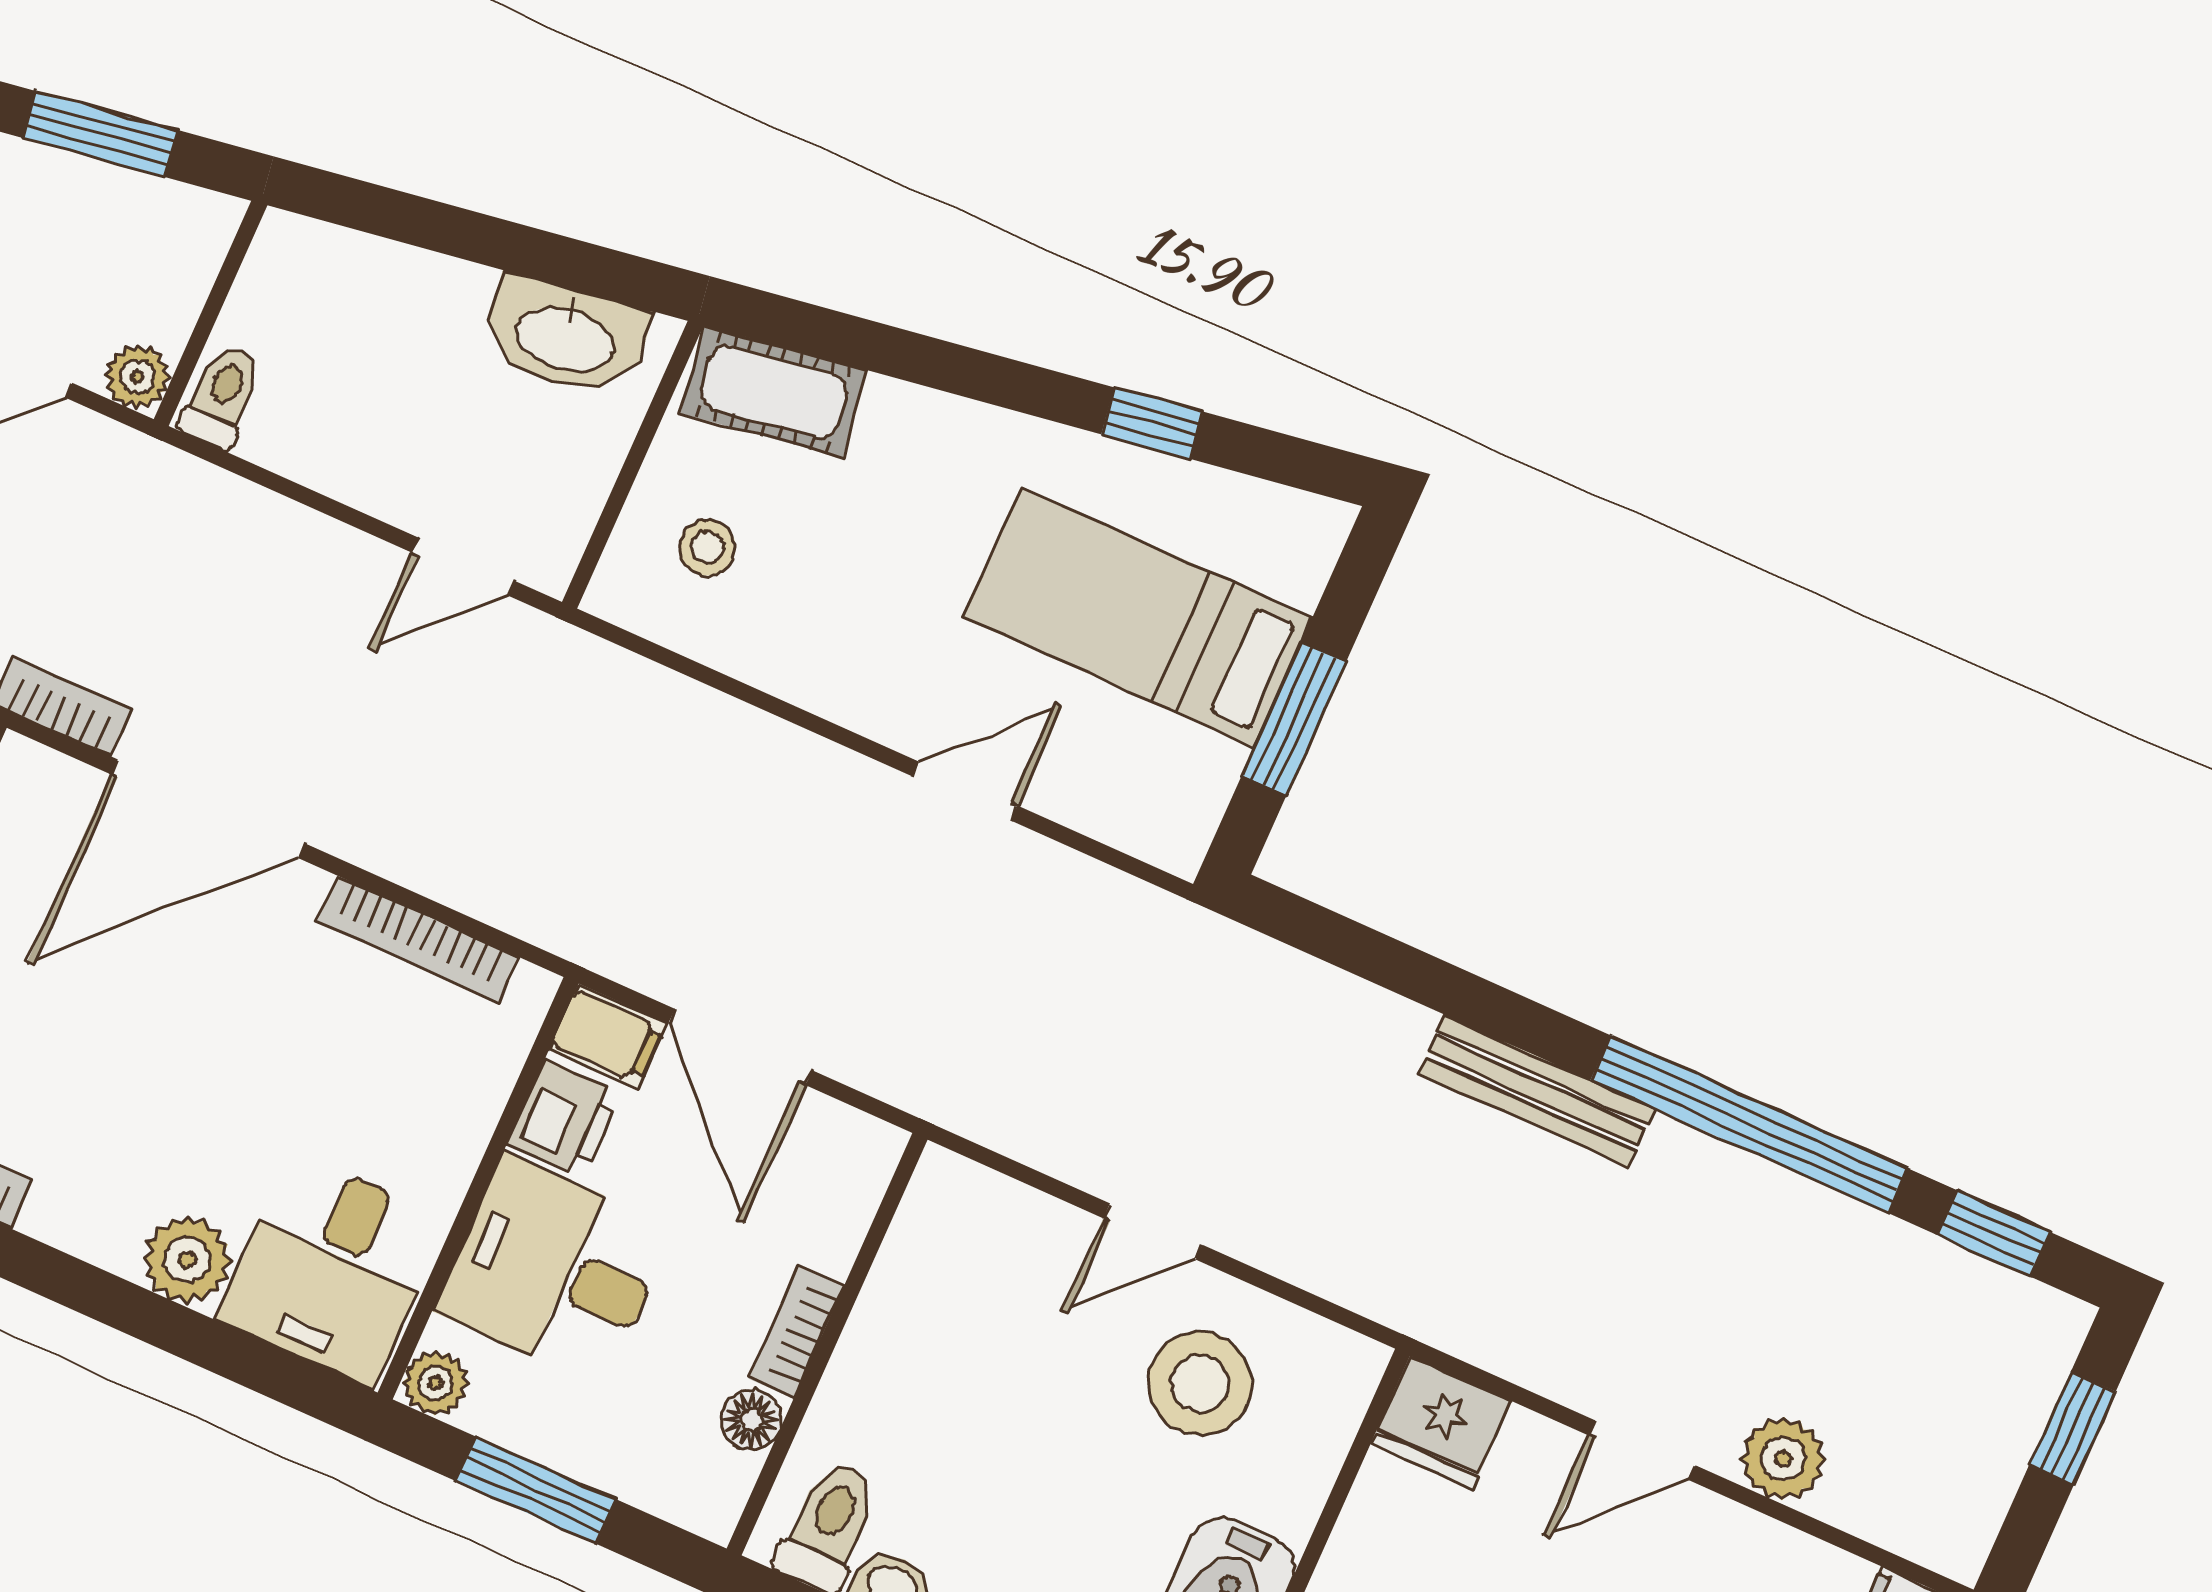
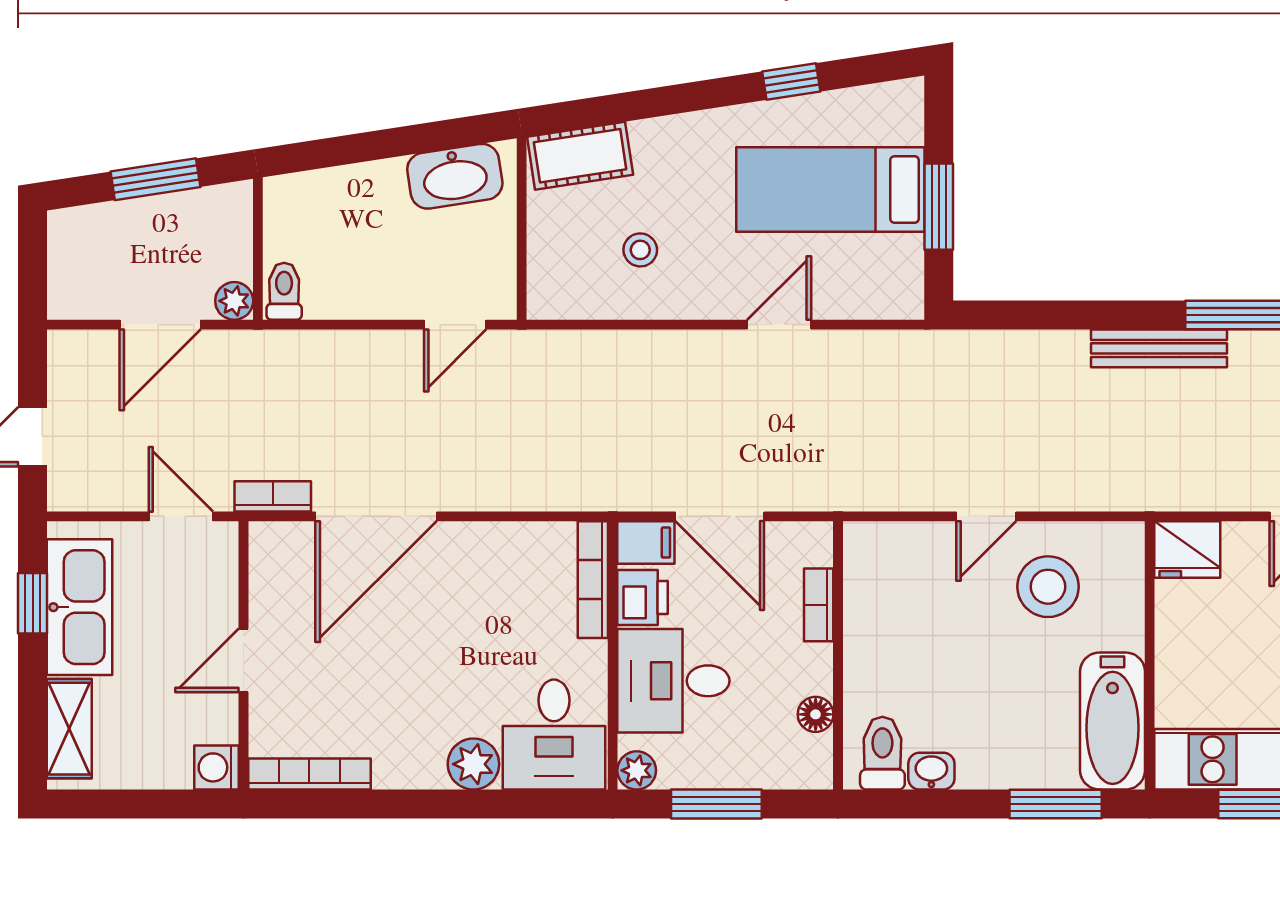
stool: (707, 548) -> (640, 250), moved
bookcase: (418, 939) -> (593, 580), moved, turned 90
bookcase: (796, 1332) -> (819, 605), moved

